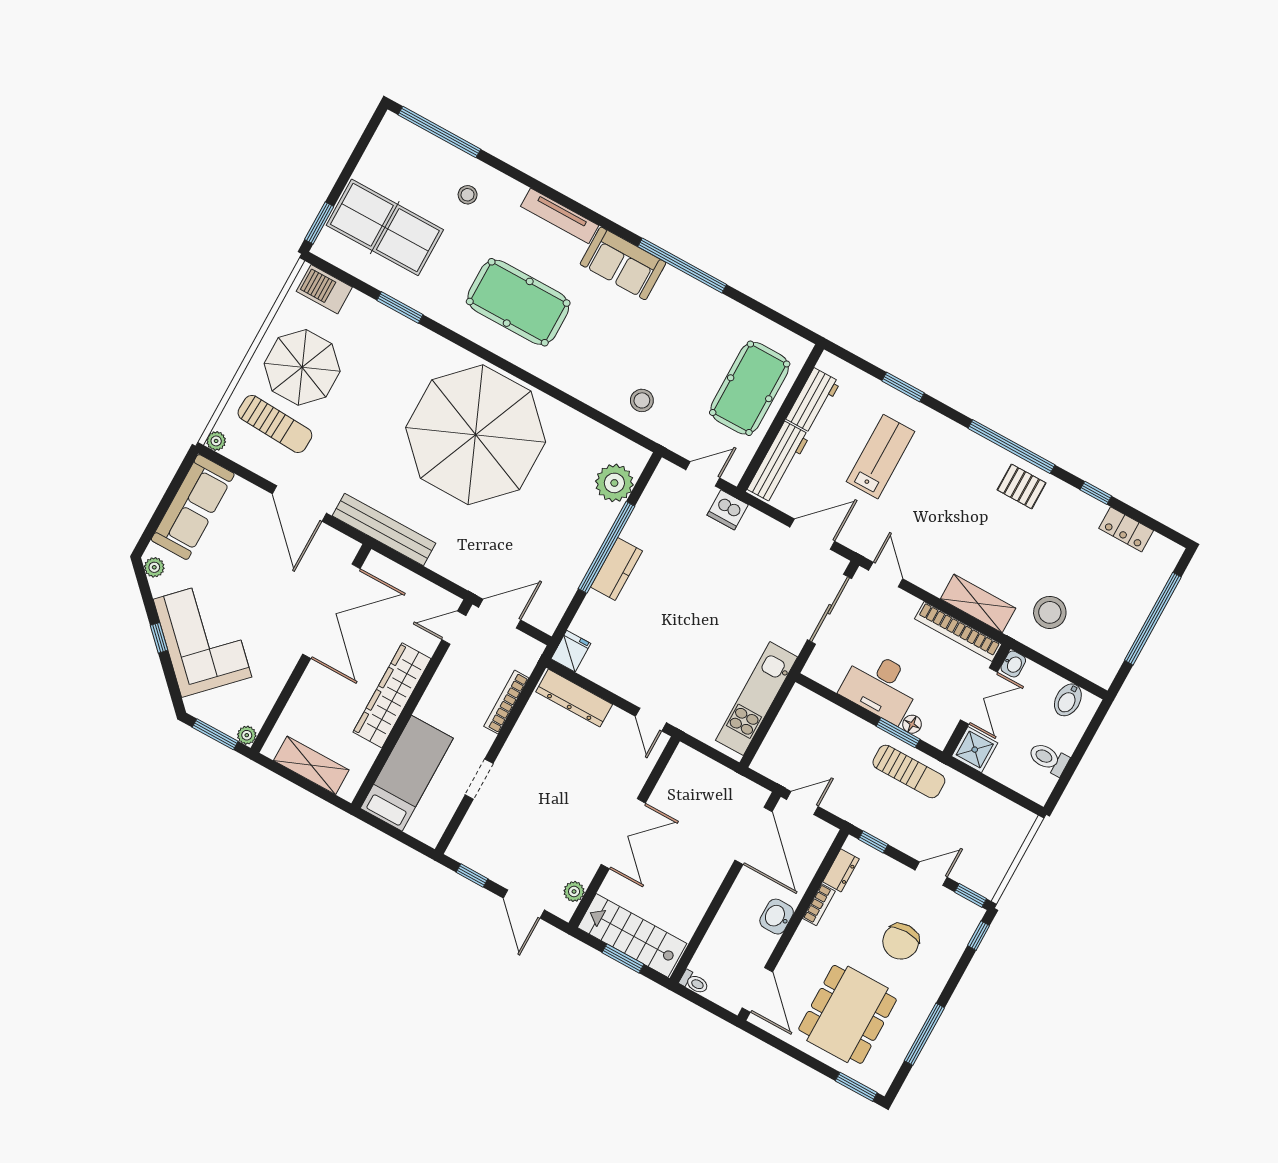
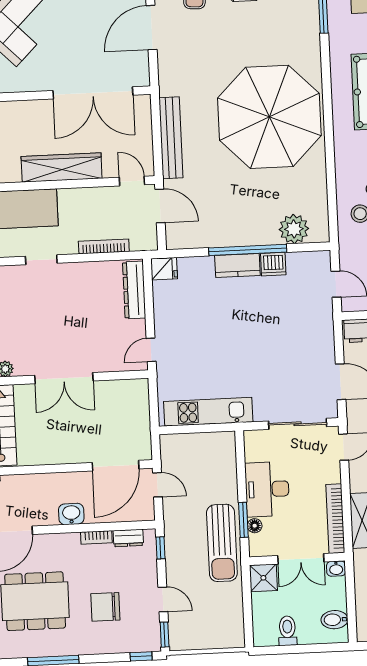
dishwasher: (728, 510) -> (273, 264), moved, turned -90
bench: (384, 530) -> (171, 138), moved
sun lounger: (909, 771) -> (222, 543), width x1.36, depth x1.34

